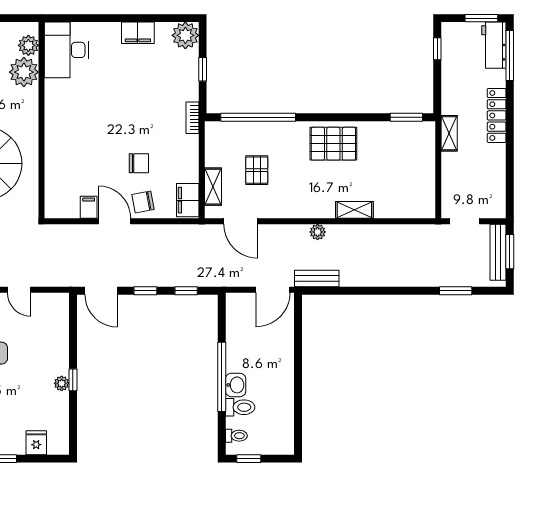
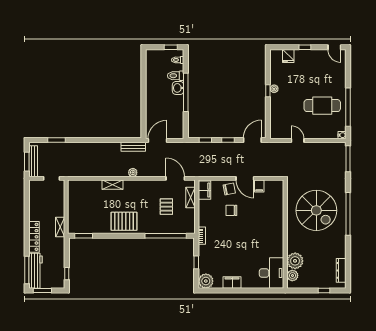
workbench: (494, 45) -> (35, 271), width x1.37
door: (101, 291) -> (252, 140), hinge flipped

